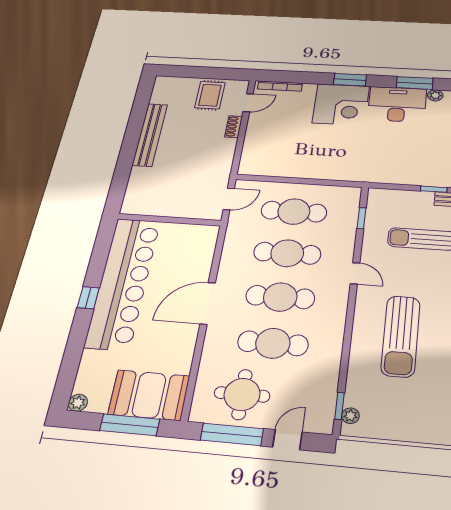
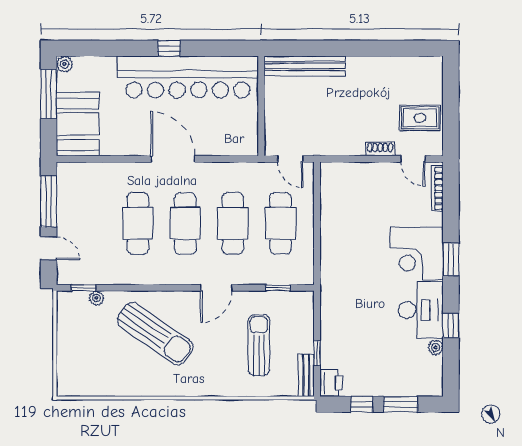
window: (415, 83) -> (451, 326), width x0.67
bench: (150, 135) -> (305, 66), moved
door: (355, 273) -> (216, 288), width x1.37
sun lounger: (401, 336) -> (155, 334), turned -145
round table: (242, 394) -> (86, 204), removed
plant: (351, 416) -> (96, 298), moved
window: (130, 425) -> (49, 94), moved

